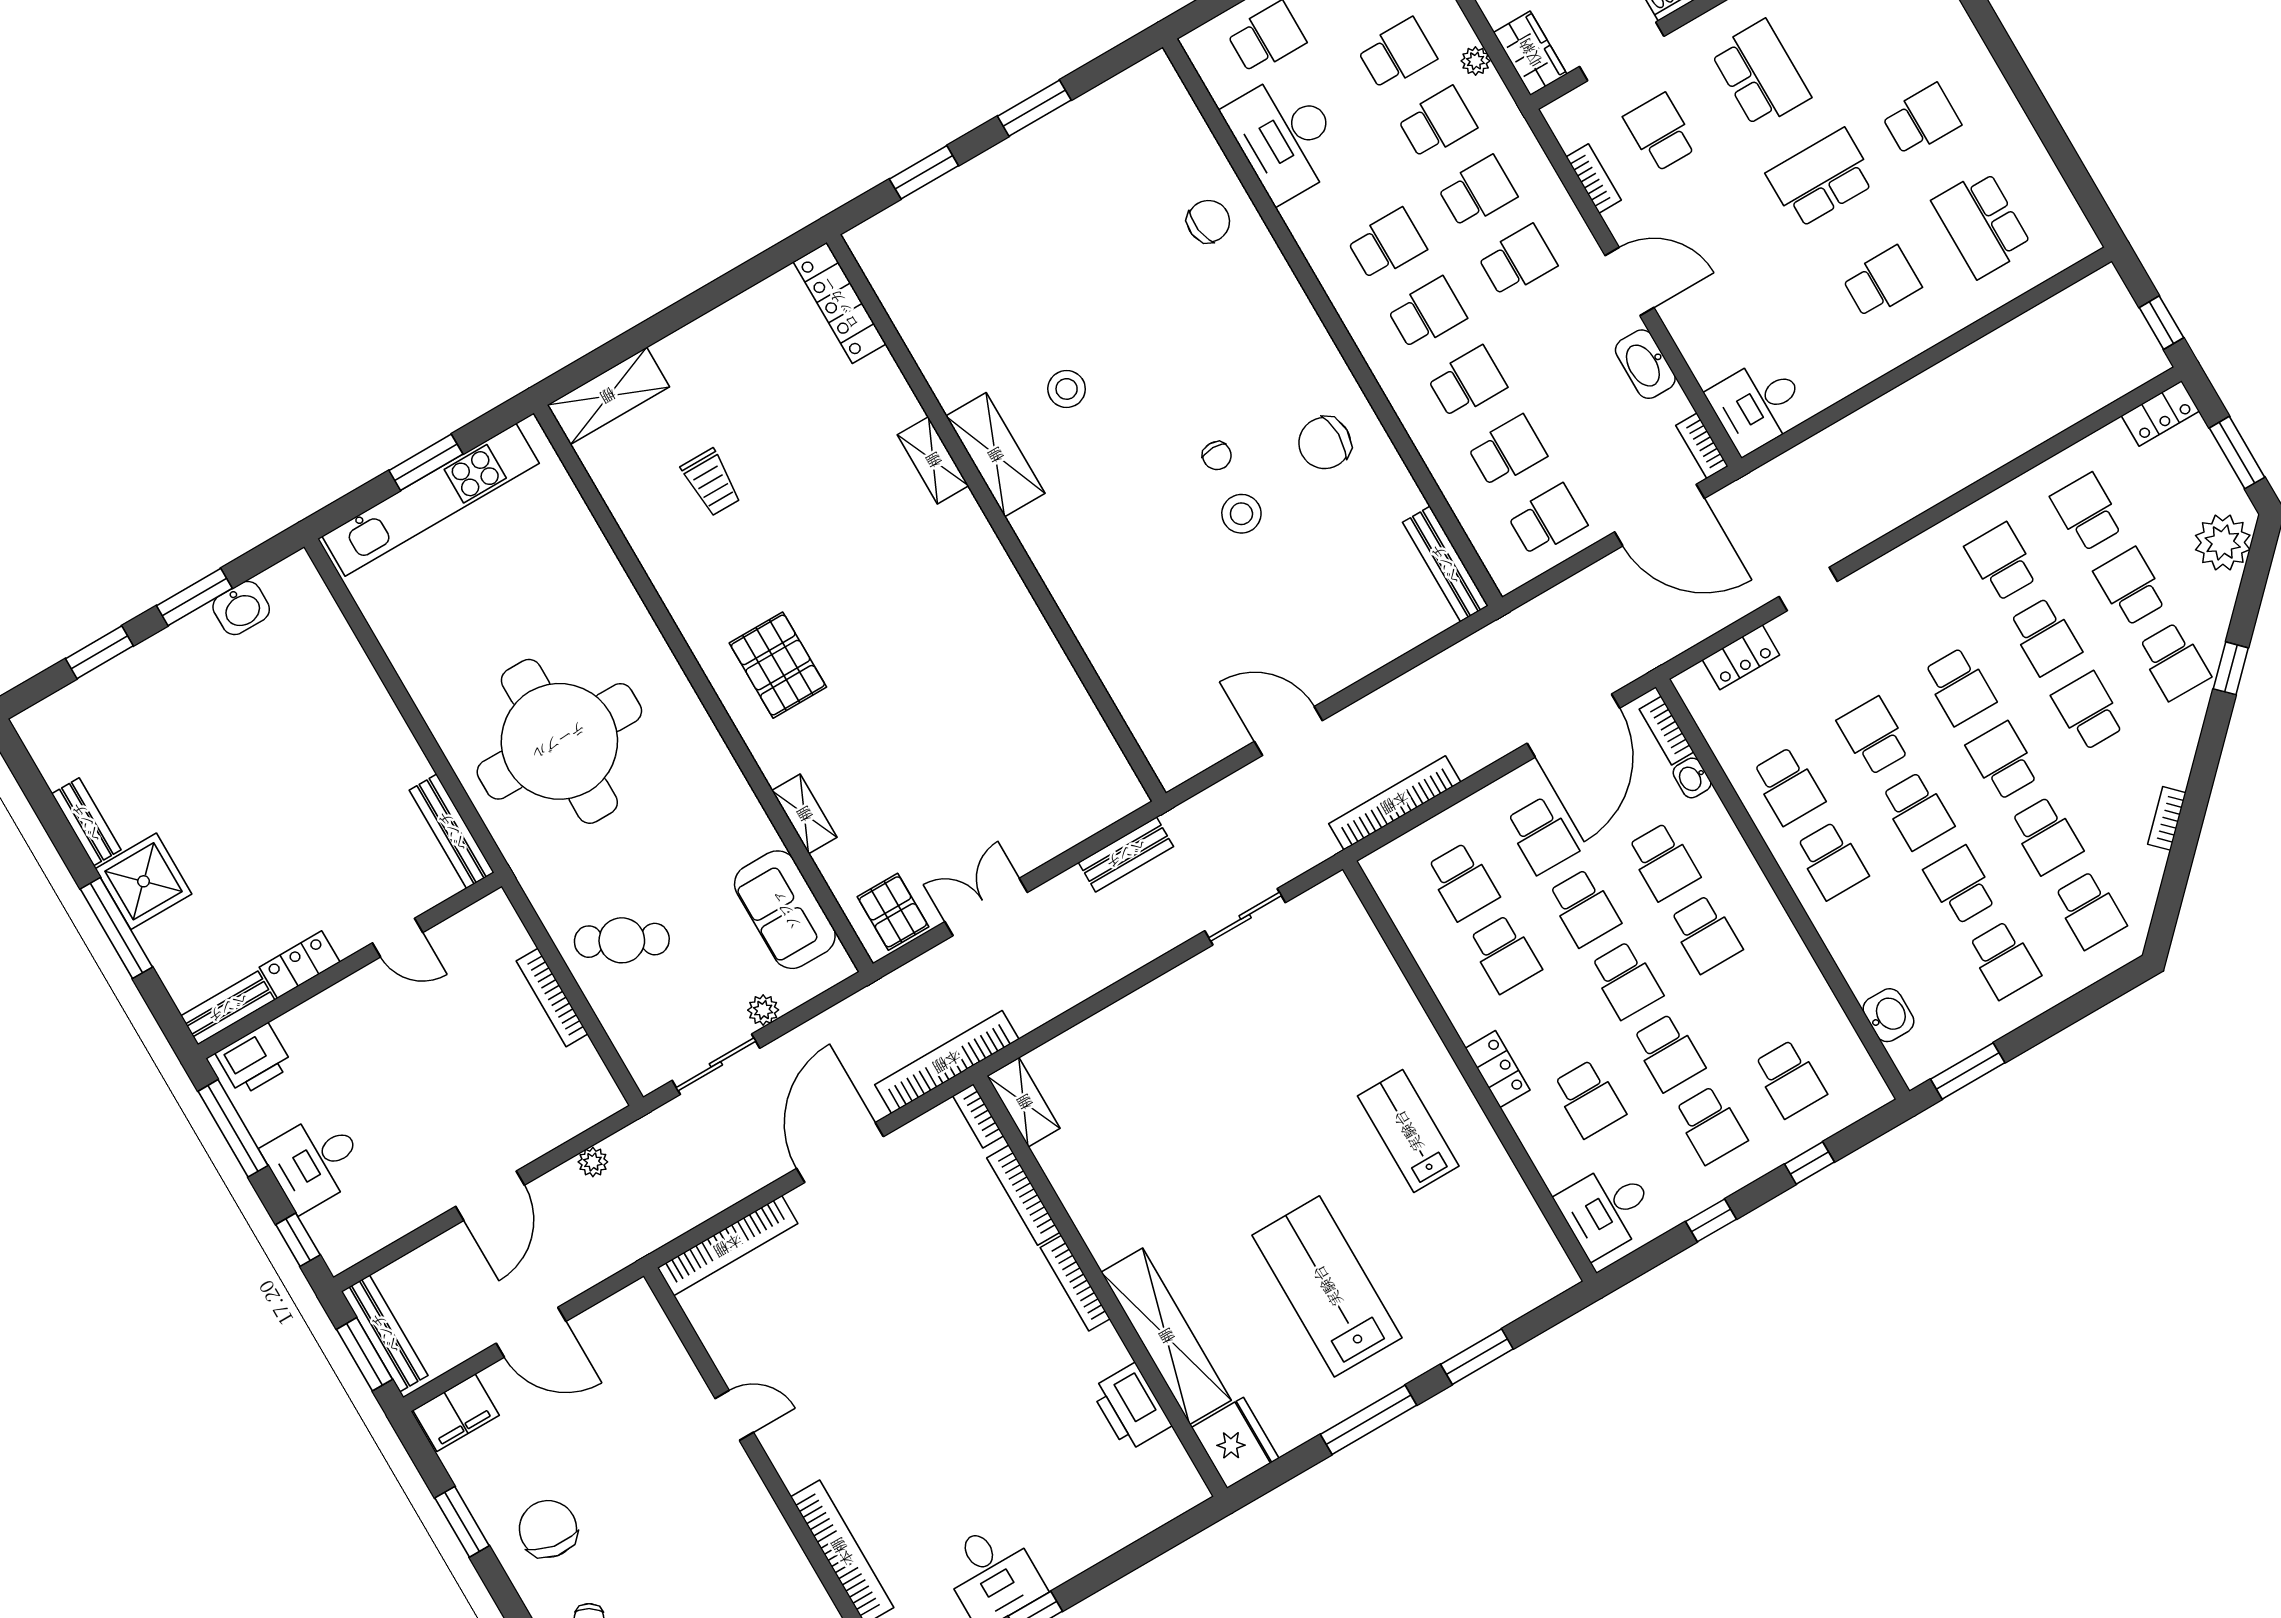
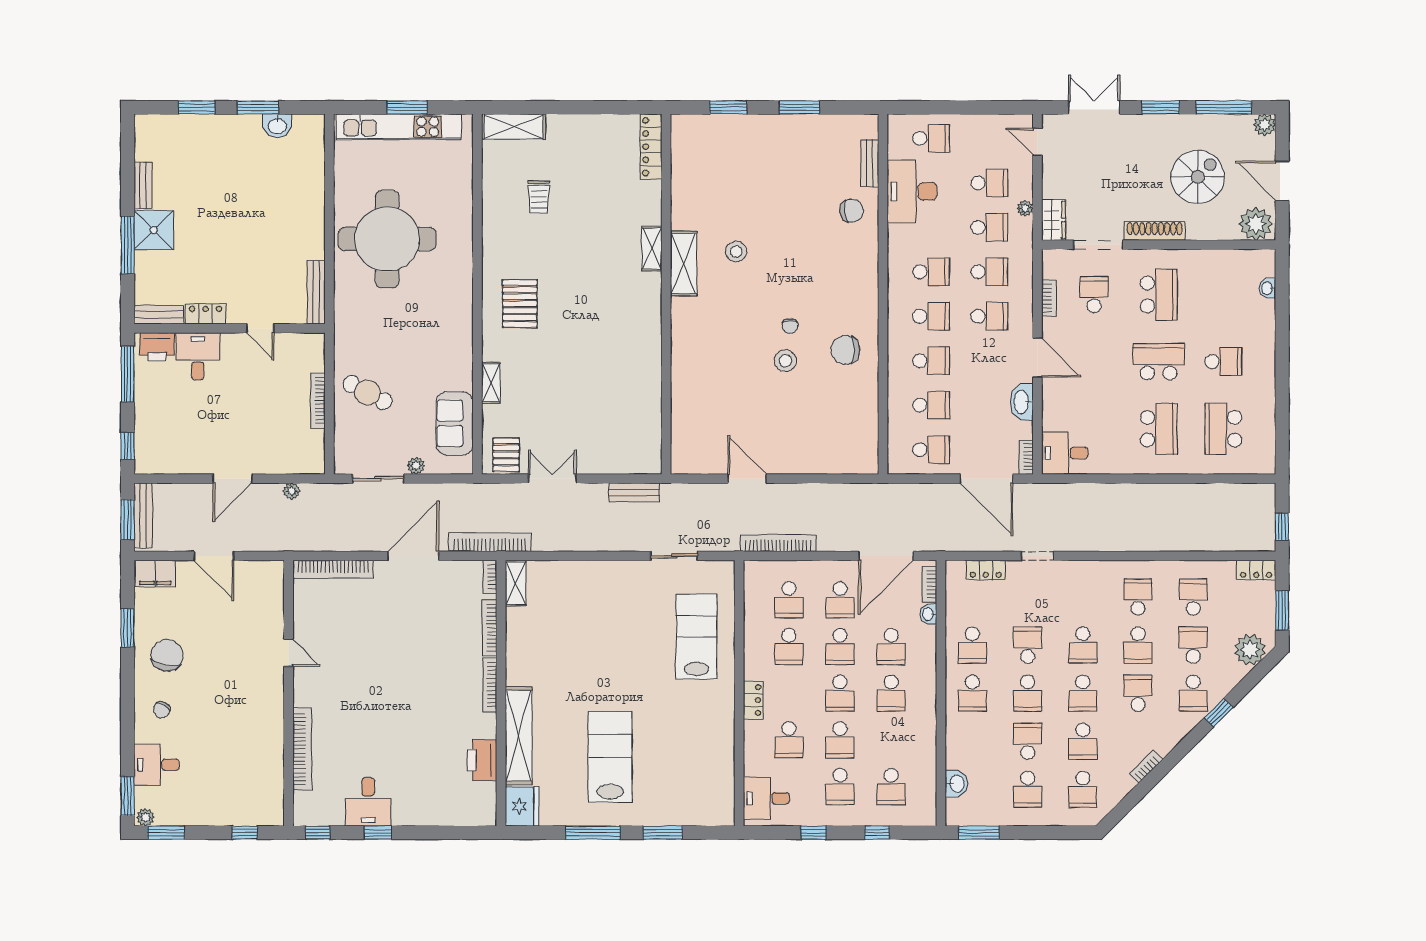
school desk: (1882, 282) -> (1159, 429), width x1.85
bench: (1445, 564) -> (870, 163), moved, width x0.73
round table: (559, 741) -> (387, 239), moved
school desk: (2003, 761) -> (1083, 693), turned 180
lab bench: (1408, 1131) -> (696, 637), moved, width x1.36, depth x1.39
desk: (315, 1161) -> (198, 356), moved, turned 90

